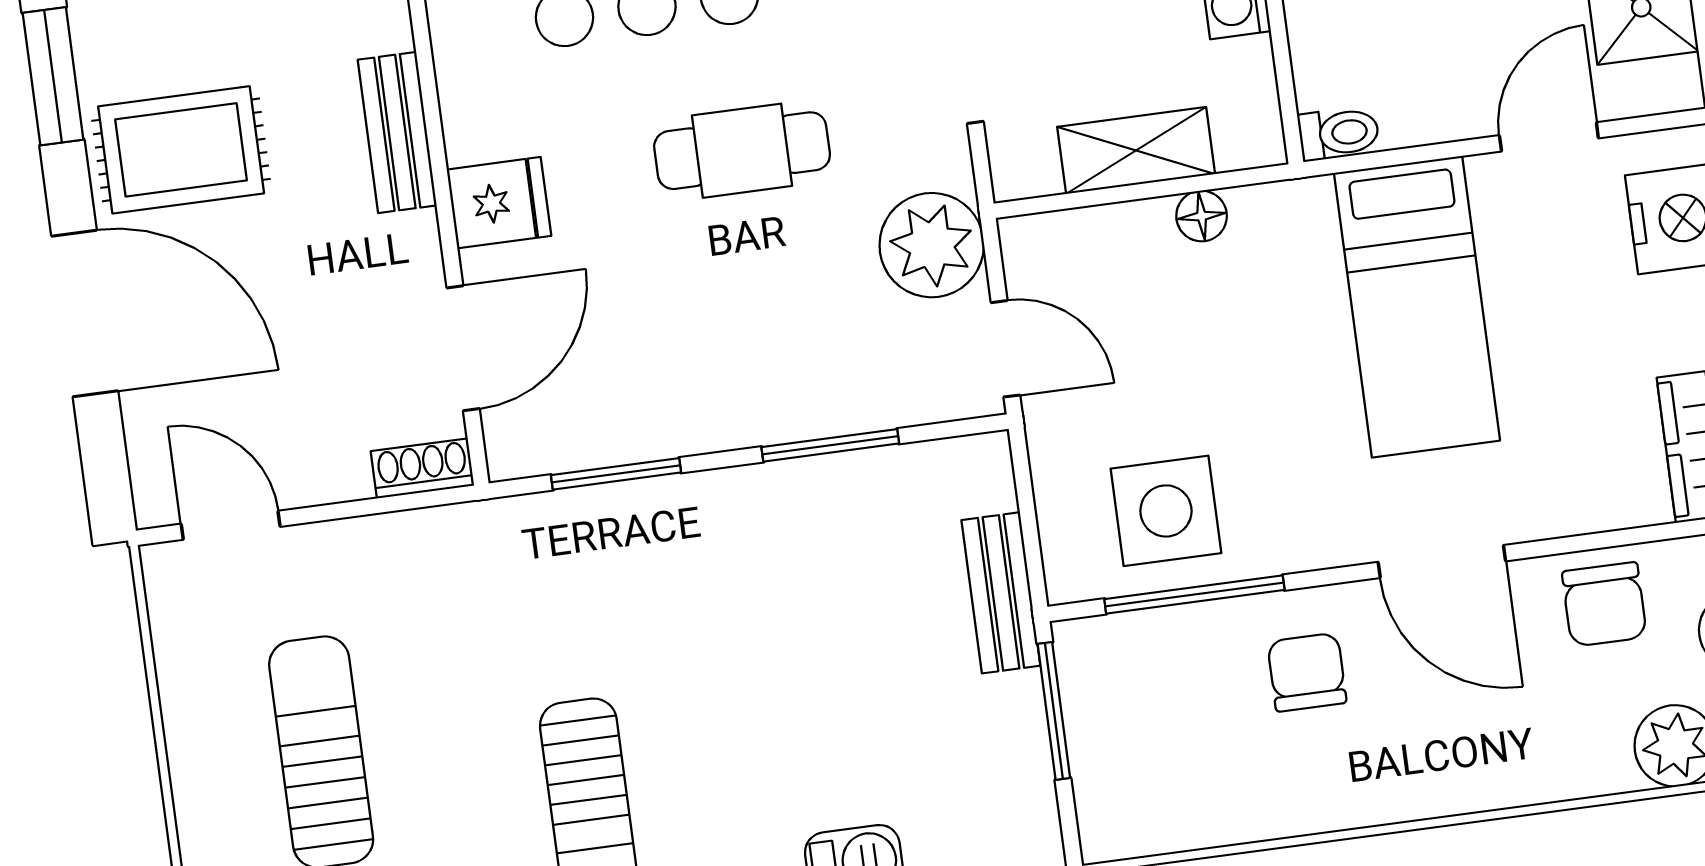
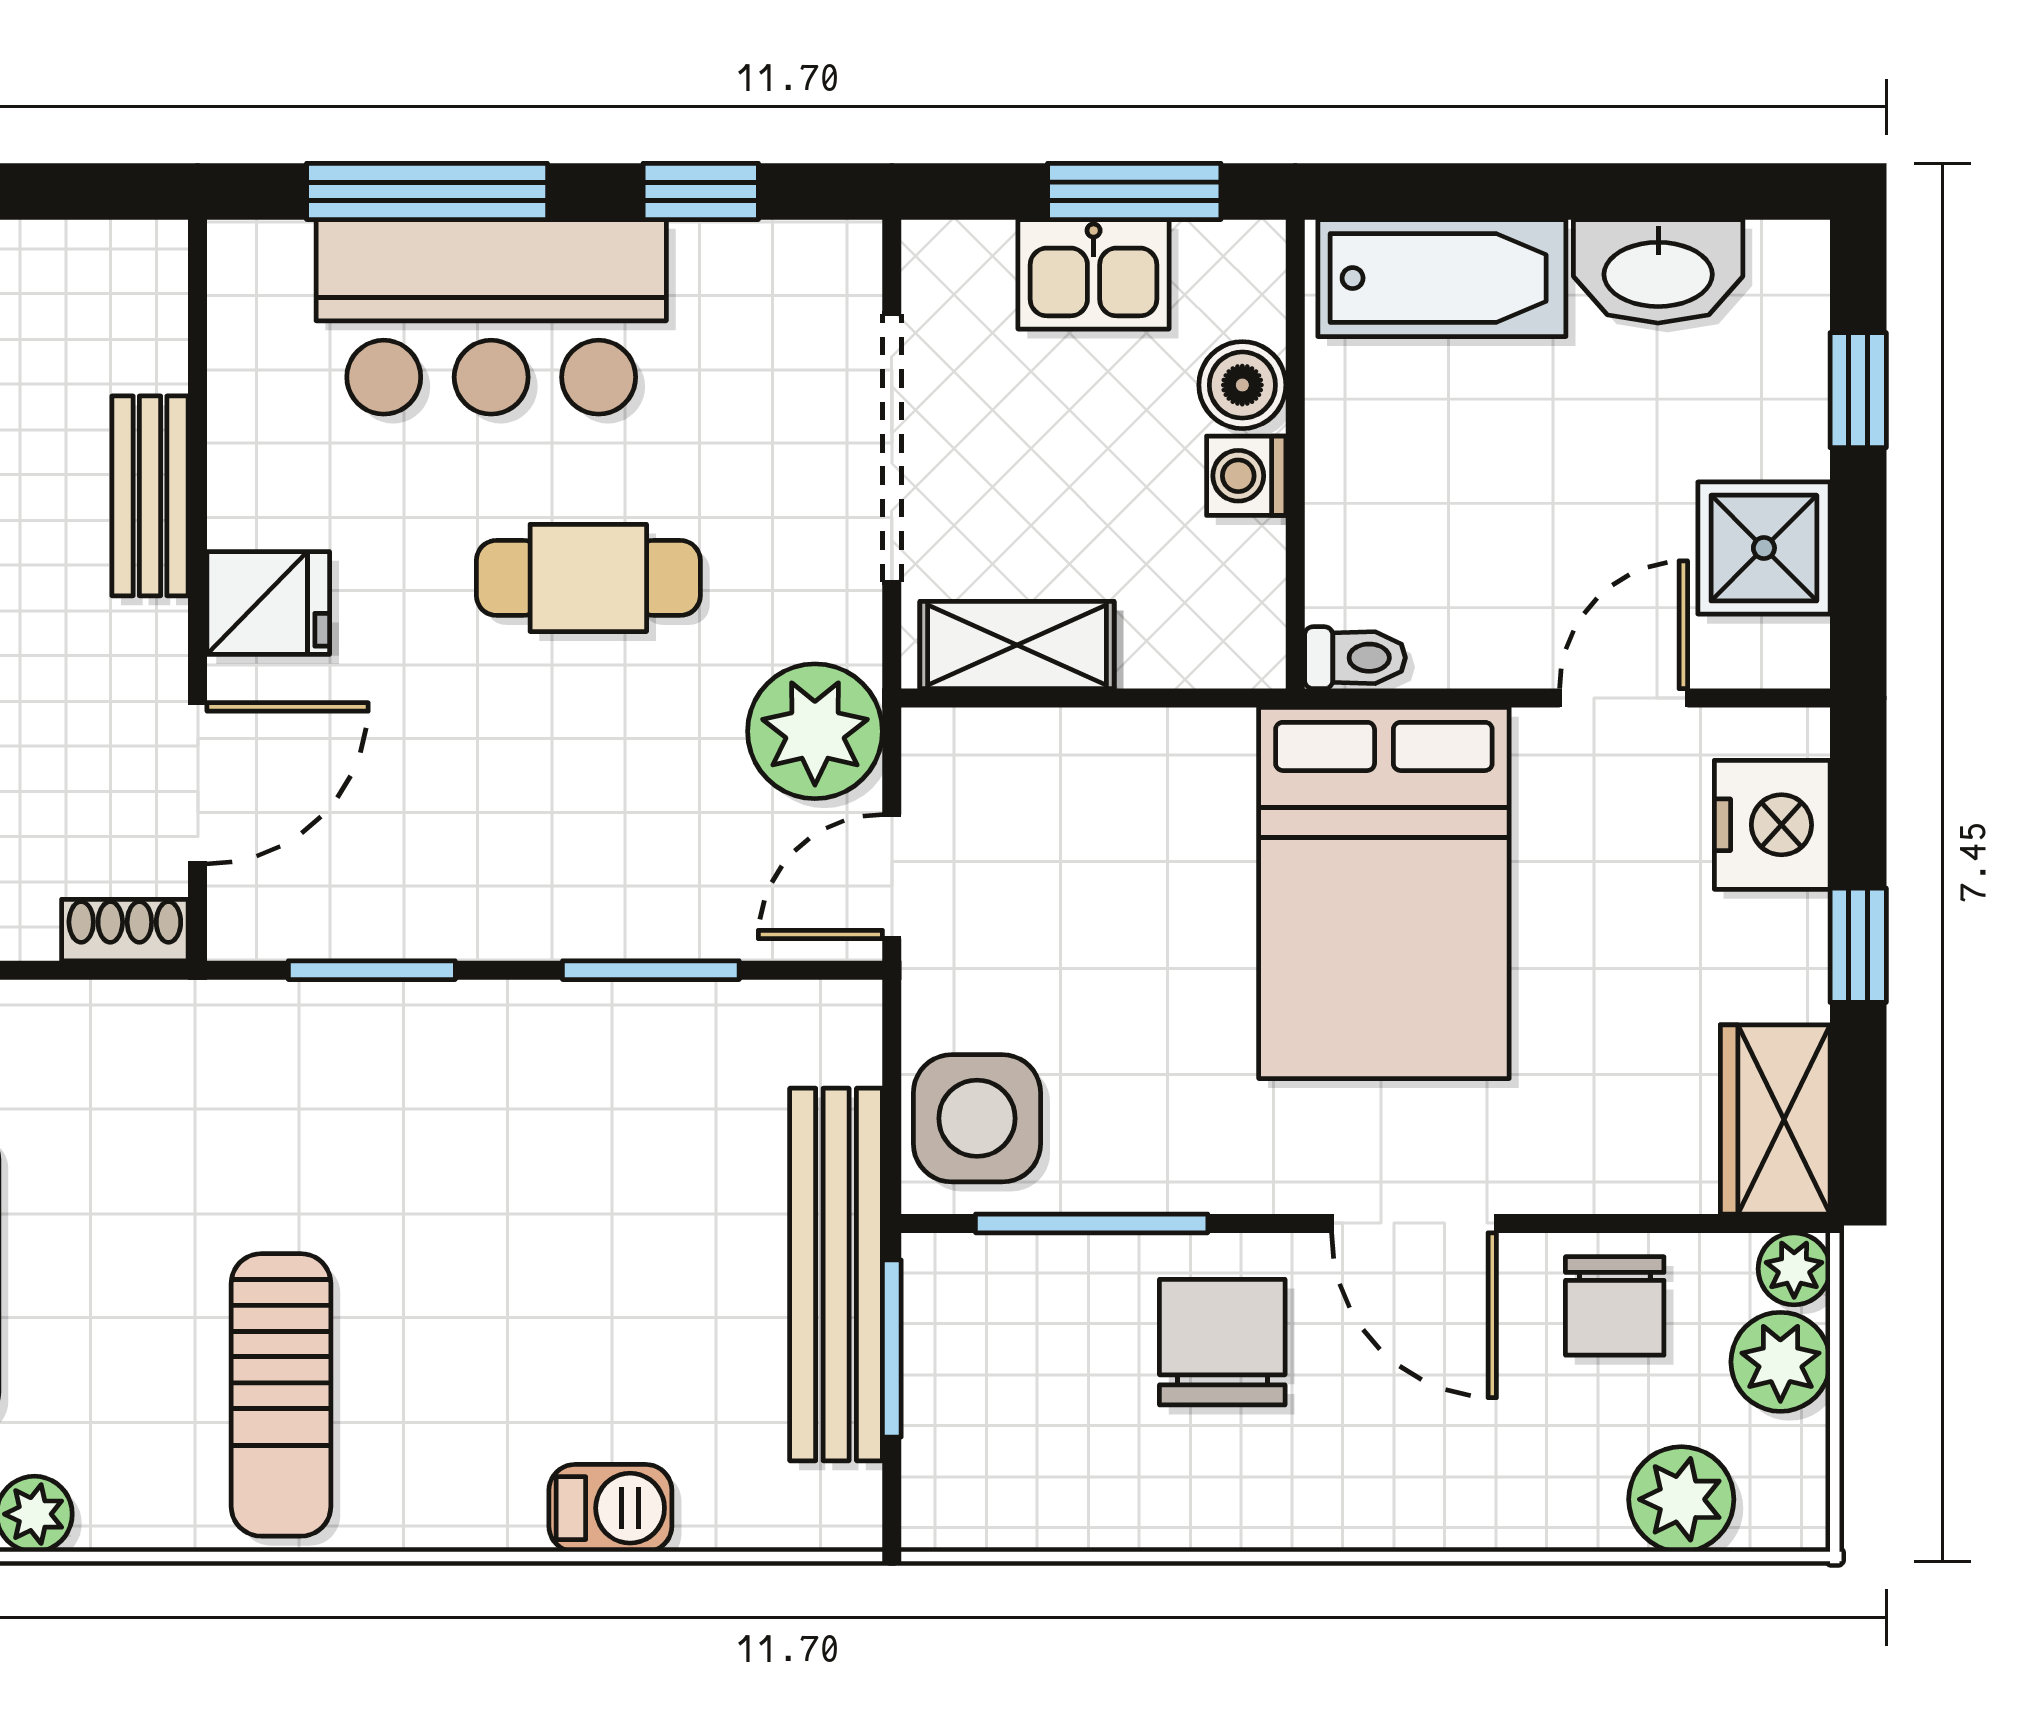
shelving: (1136, 150) -> (1017, 645), moved
floor lamp: (1202, 216) -> (1165, 740), removed
bed: (1417, 307) -> (1384, 893), width x1.50
door: (1006, 349) -> (892, 877), swing flipped
side table: (1166, 511) -> (977, 1118), moved
bench: (1001, 593) -> (836, 1275), width x1.86, depth x1.21
chair: (1307, 672) -> (1222, 1342), width x1.37, depth x1.37

